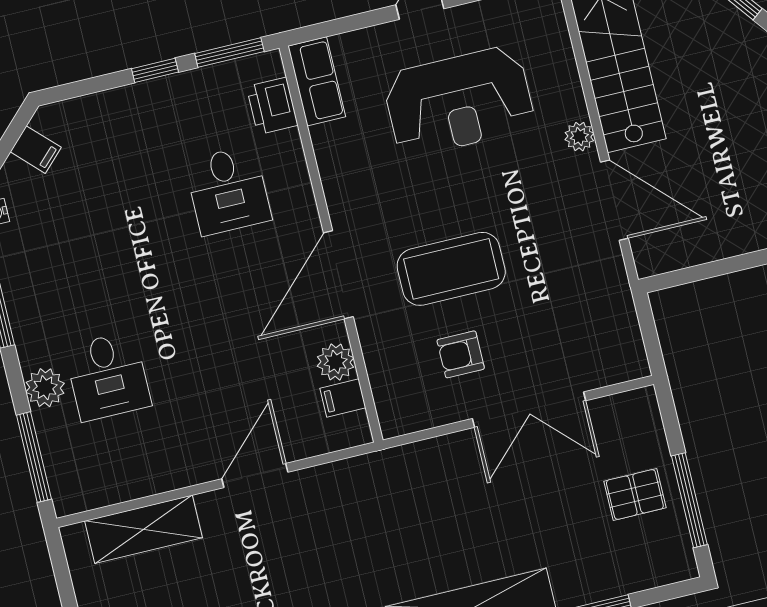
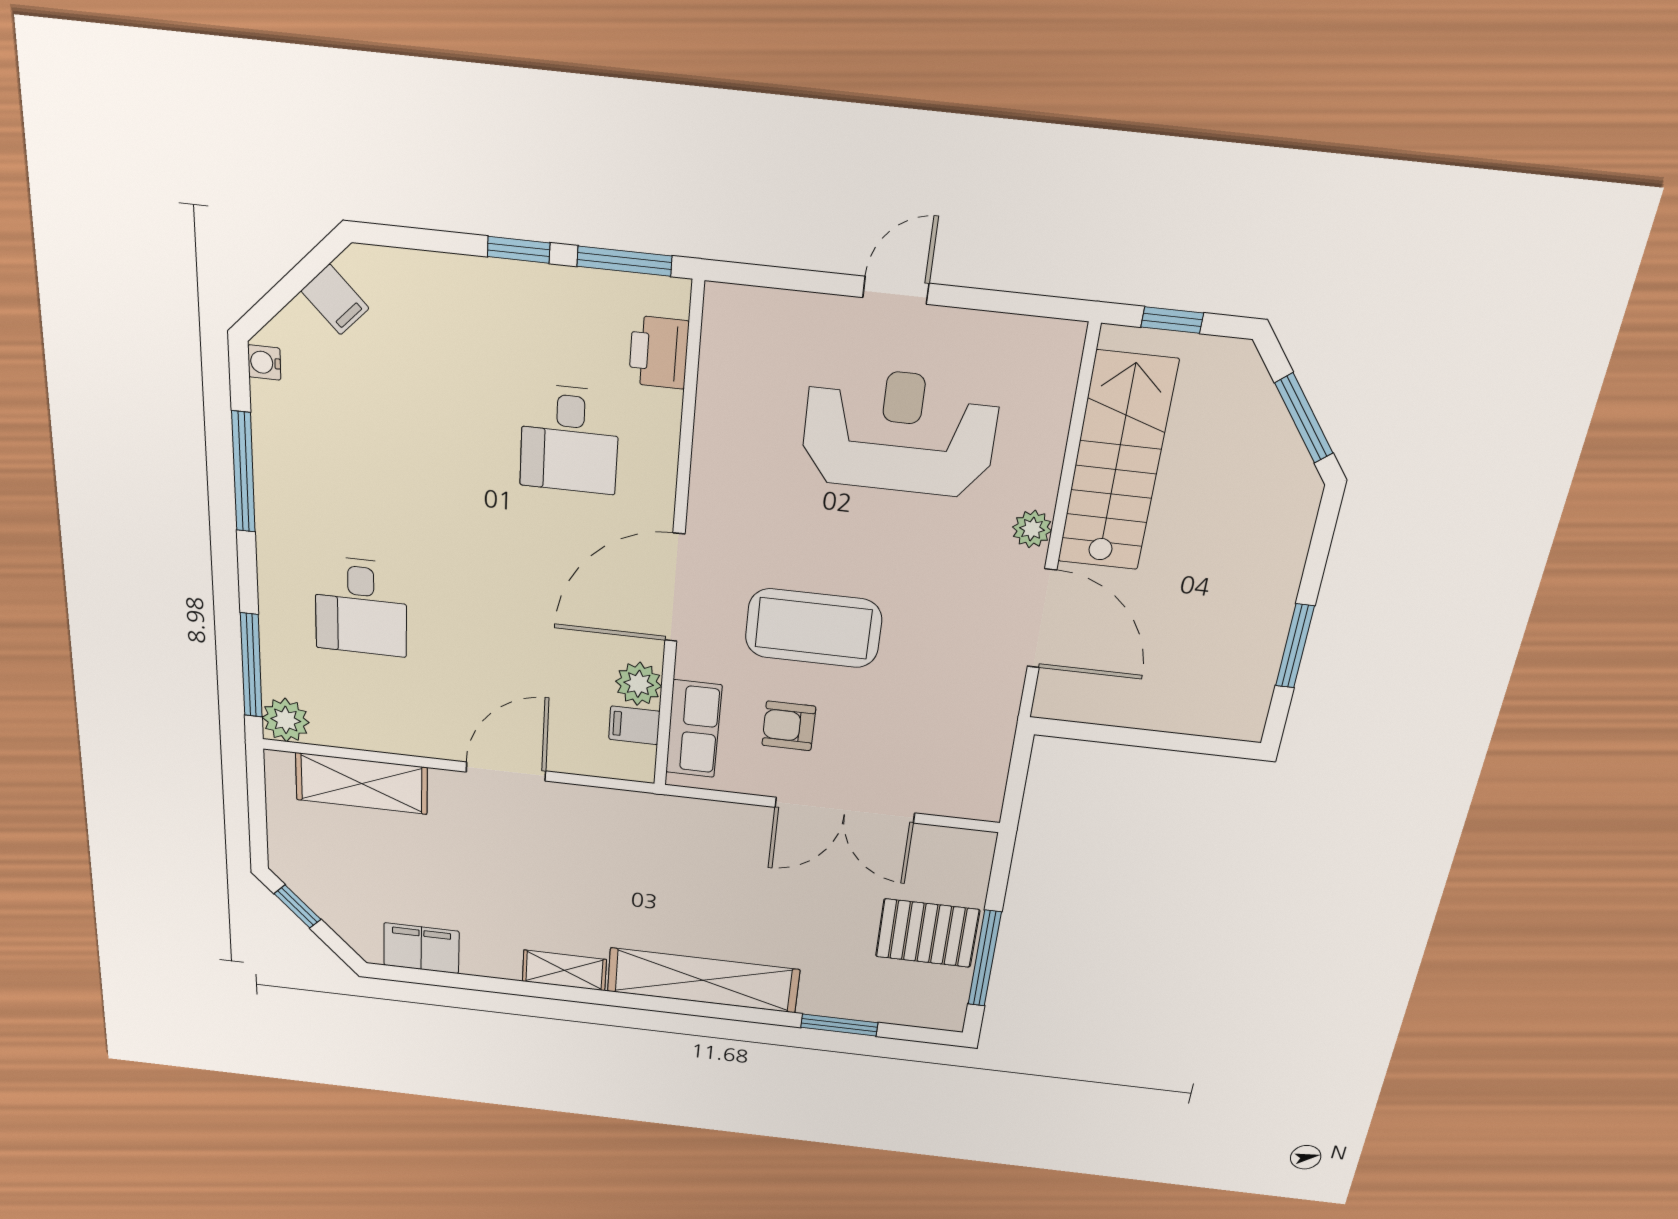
row of seats: (317, 81) -> (694, 729), moved
reception desk: (459, 101) -> (900, 432), turned 180
plant: (45, 388) -> (286, 720), moved
pallet: (635, 494) -> (927, 933), width x1.50, depth x1.42

